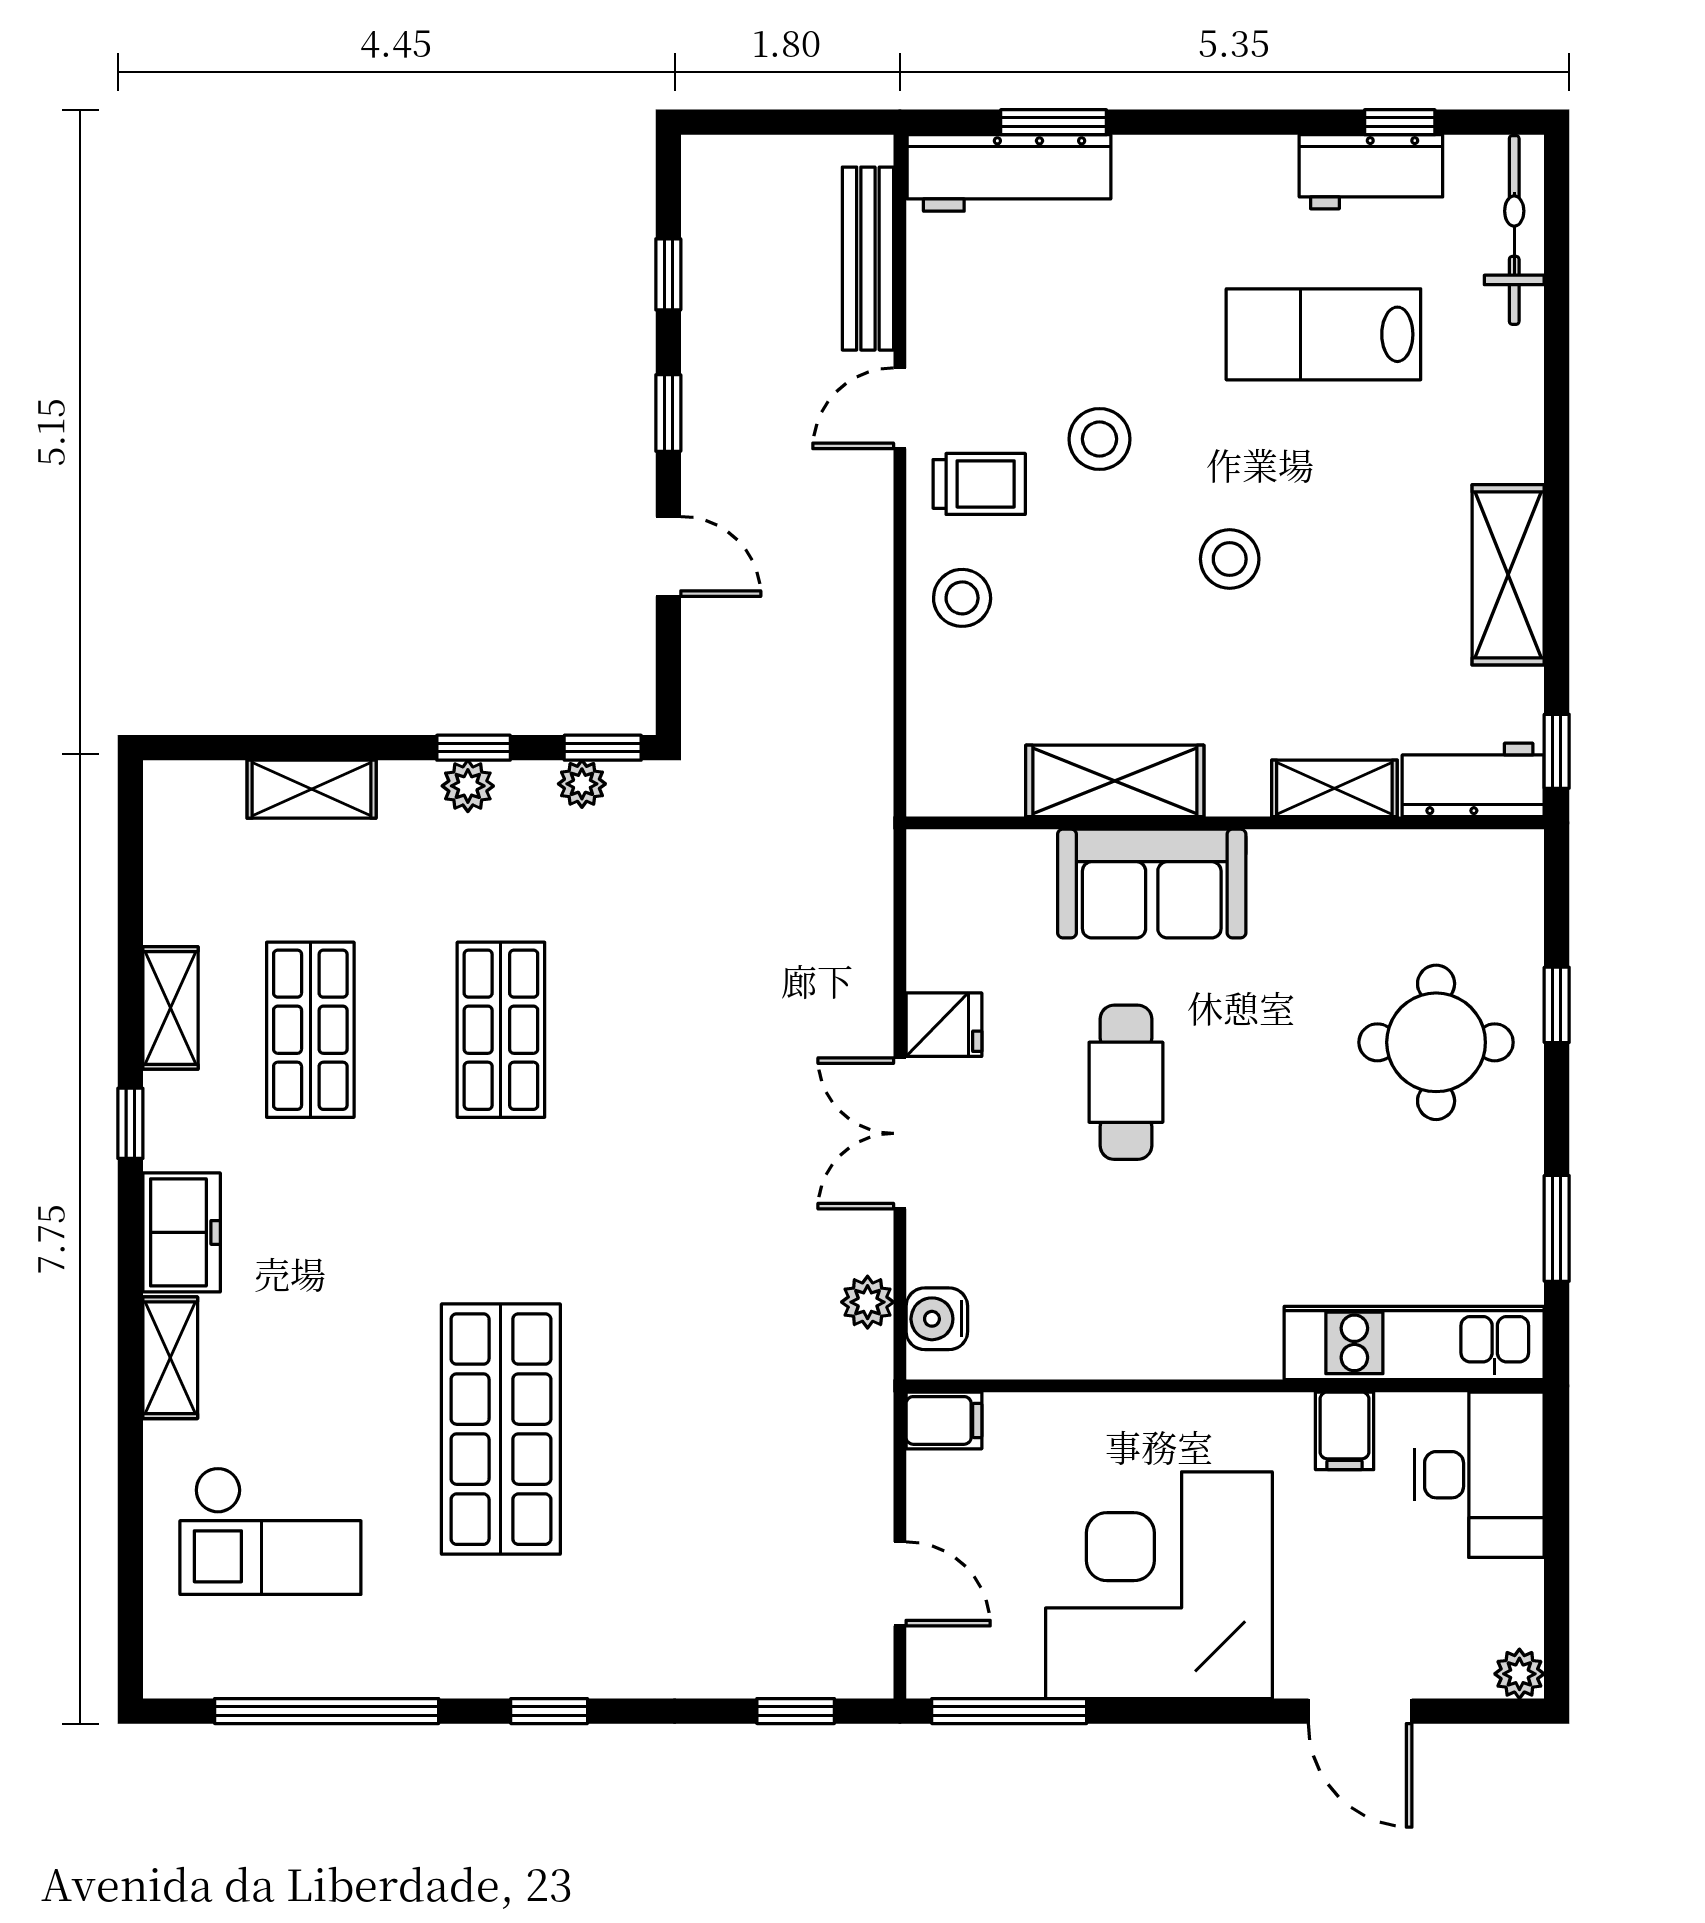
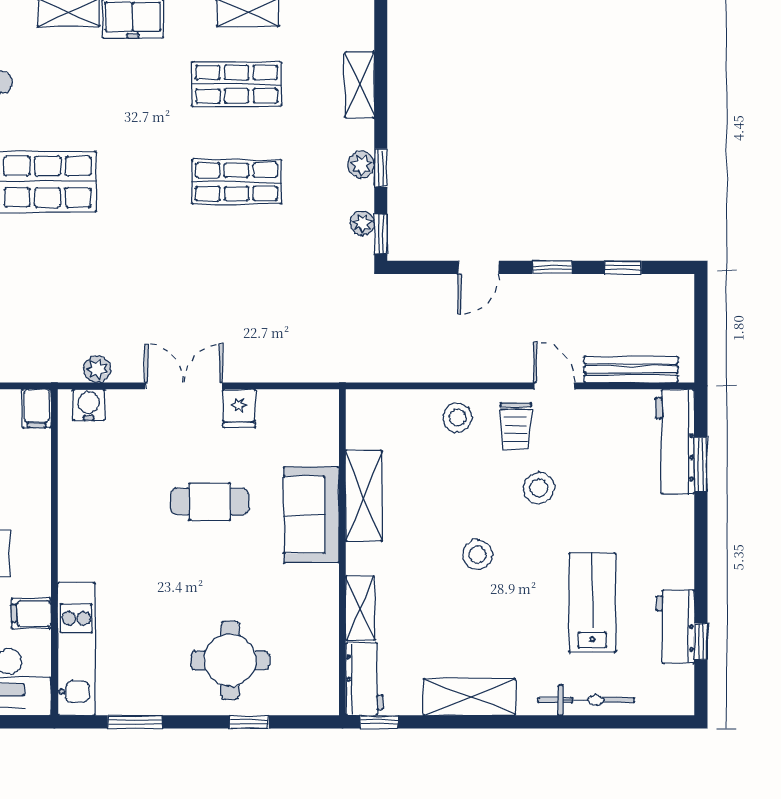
bicycle: (1514, 230) -> (586, 700), moved

